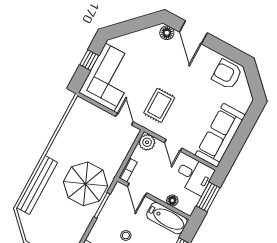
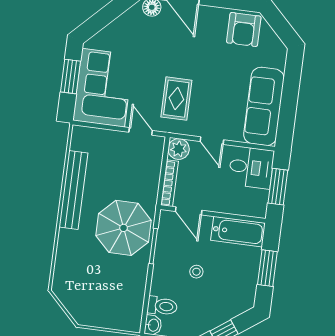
window: (89, 60) -> (71, 76), width x1.50
armchair: (227, 74) -> (244, 29), turned -90
bookcase: (128, 170) -> (170, 183), width x1.56
bench: (37, 185) -> (73, 190), moved
floor lamp: (172, 200) -> (236, 208), removed

